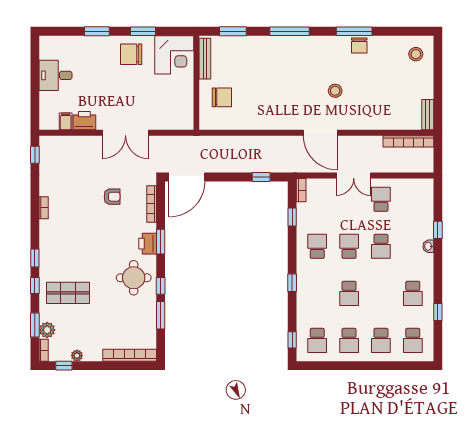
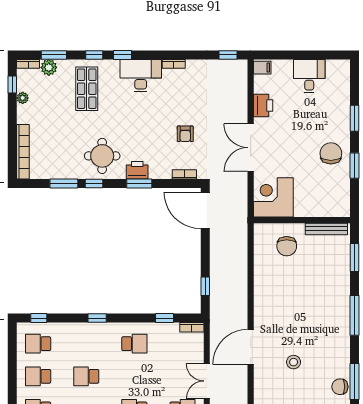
corner desk: (174, 55) -> (273, 197), moved, turned 90
filing cabinet: (66, 121) -> (262, 68), moved
bookcase: (152, 204) -> (184, 174), width x0.64
desk: (55, 240) -> (141, 75), added
school desk: (349, 246) -> (134, 376), removed

